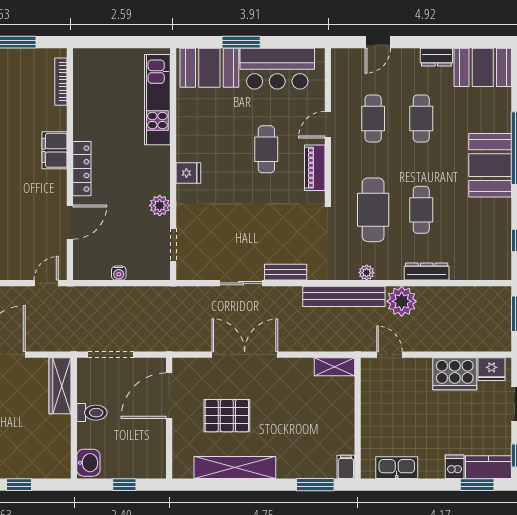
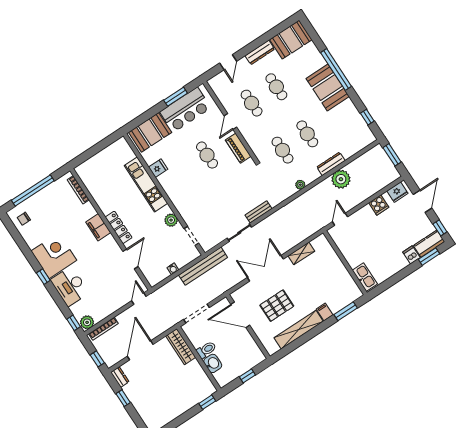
window: (241, 42) -> (176, 97), moved
dresser: (436, 57) -> (260, 52), width x1.44
kitchen unit: (157, 100) -> (146, 184), moved
fridge: (188, 173) -> (158, 168), moved
cafe table: (373, 210) -> (282, 150), width x0.73, depth x0.74
bench: (344, 296) -> (203, 266), moved
plant: (402, 301) -> (341, 179), moved
door: (390, 355) -> (340, 219), hinge flipped
shelving: (335, 367) -> (301, 253), moved
cooker: (455, 374) -> (379, 205), width x0.53, depth x0.76
door: (169, 396) -> (240, 315), hinge flipped
washbasin: (88, 463) -> (213, 363), moved
filing cabinet: (346, 467) -> (325, 312), moved
kitchen sink: (397, 468) -> (365, 277), moved, turned 90
window: (19, 485) -> (207, 402), moved

